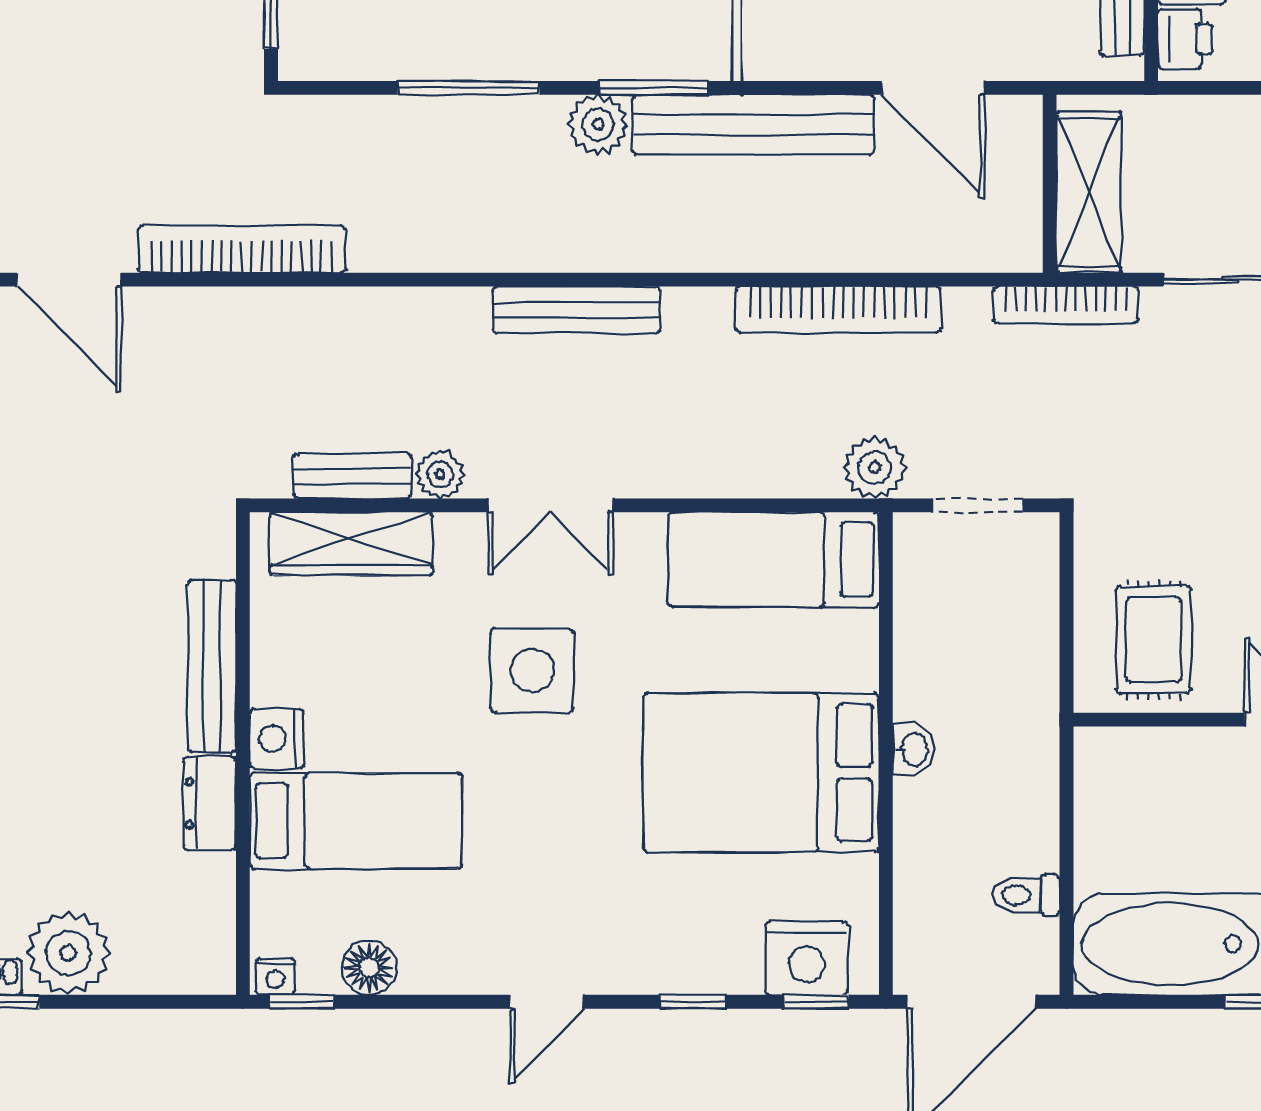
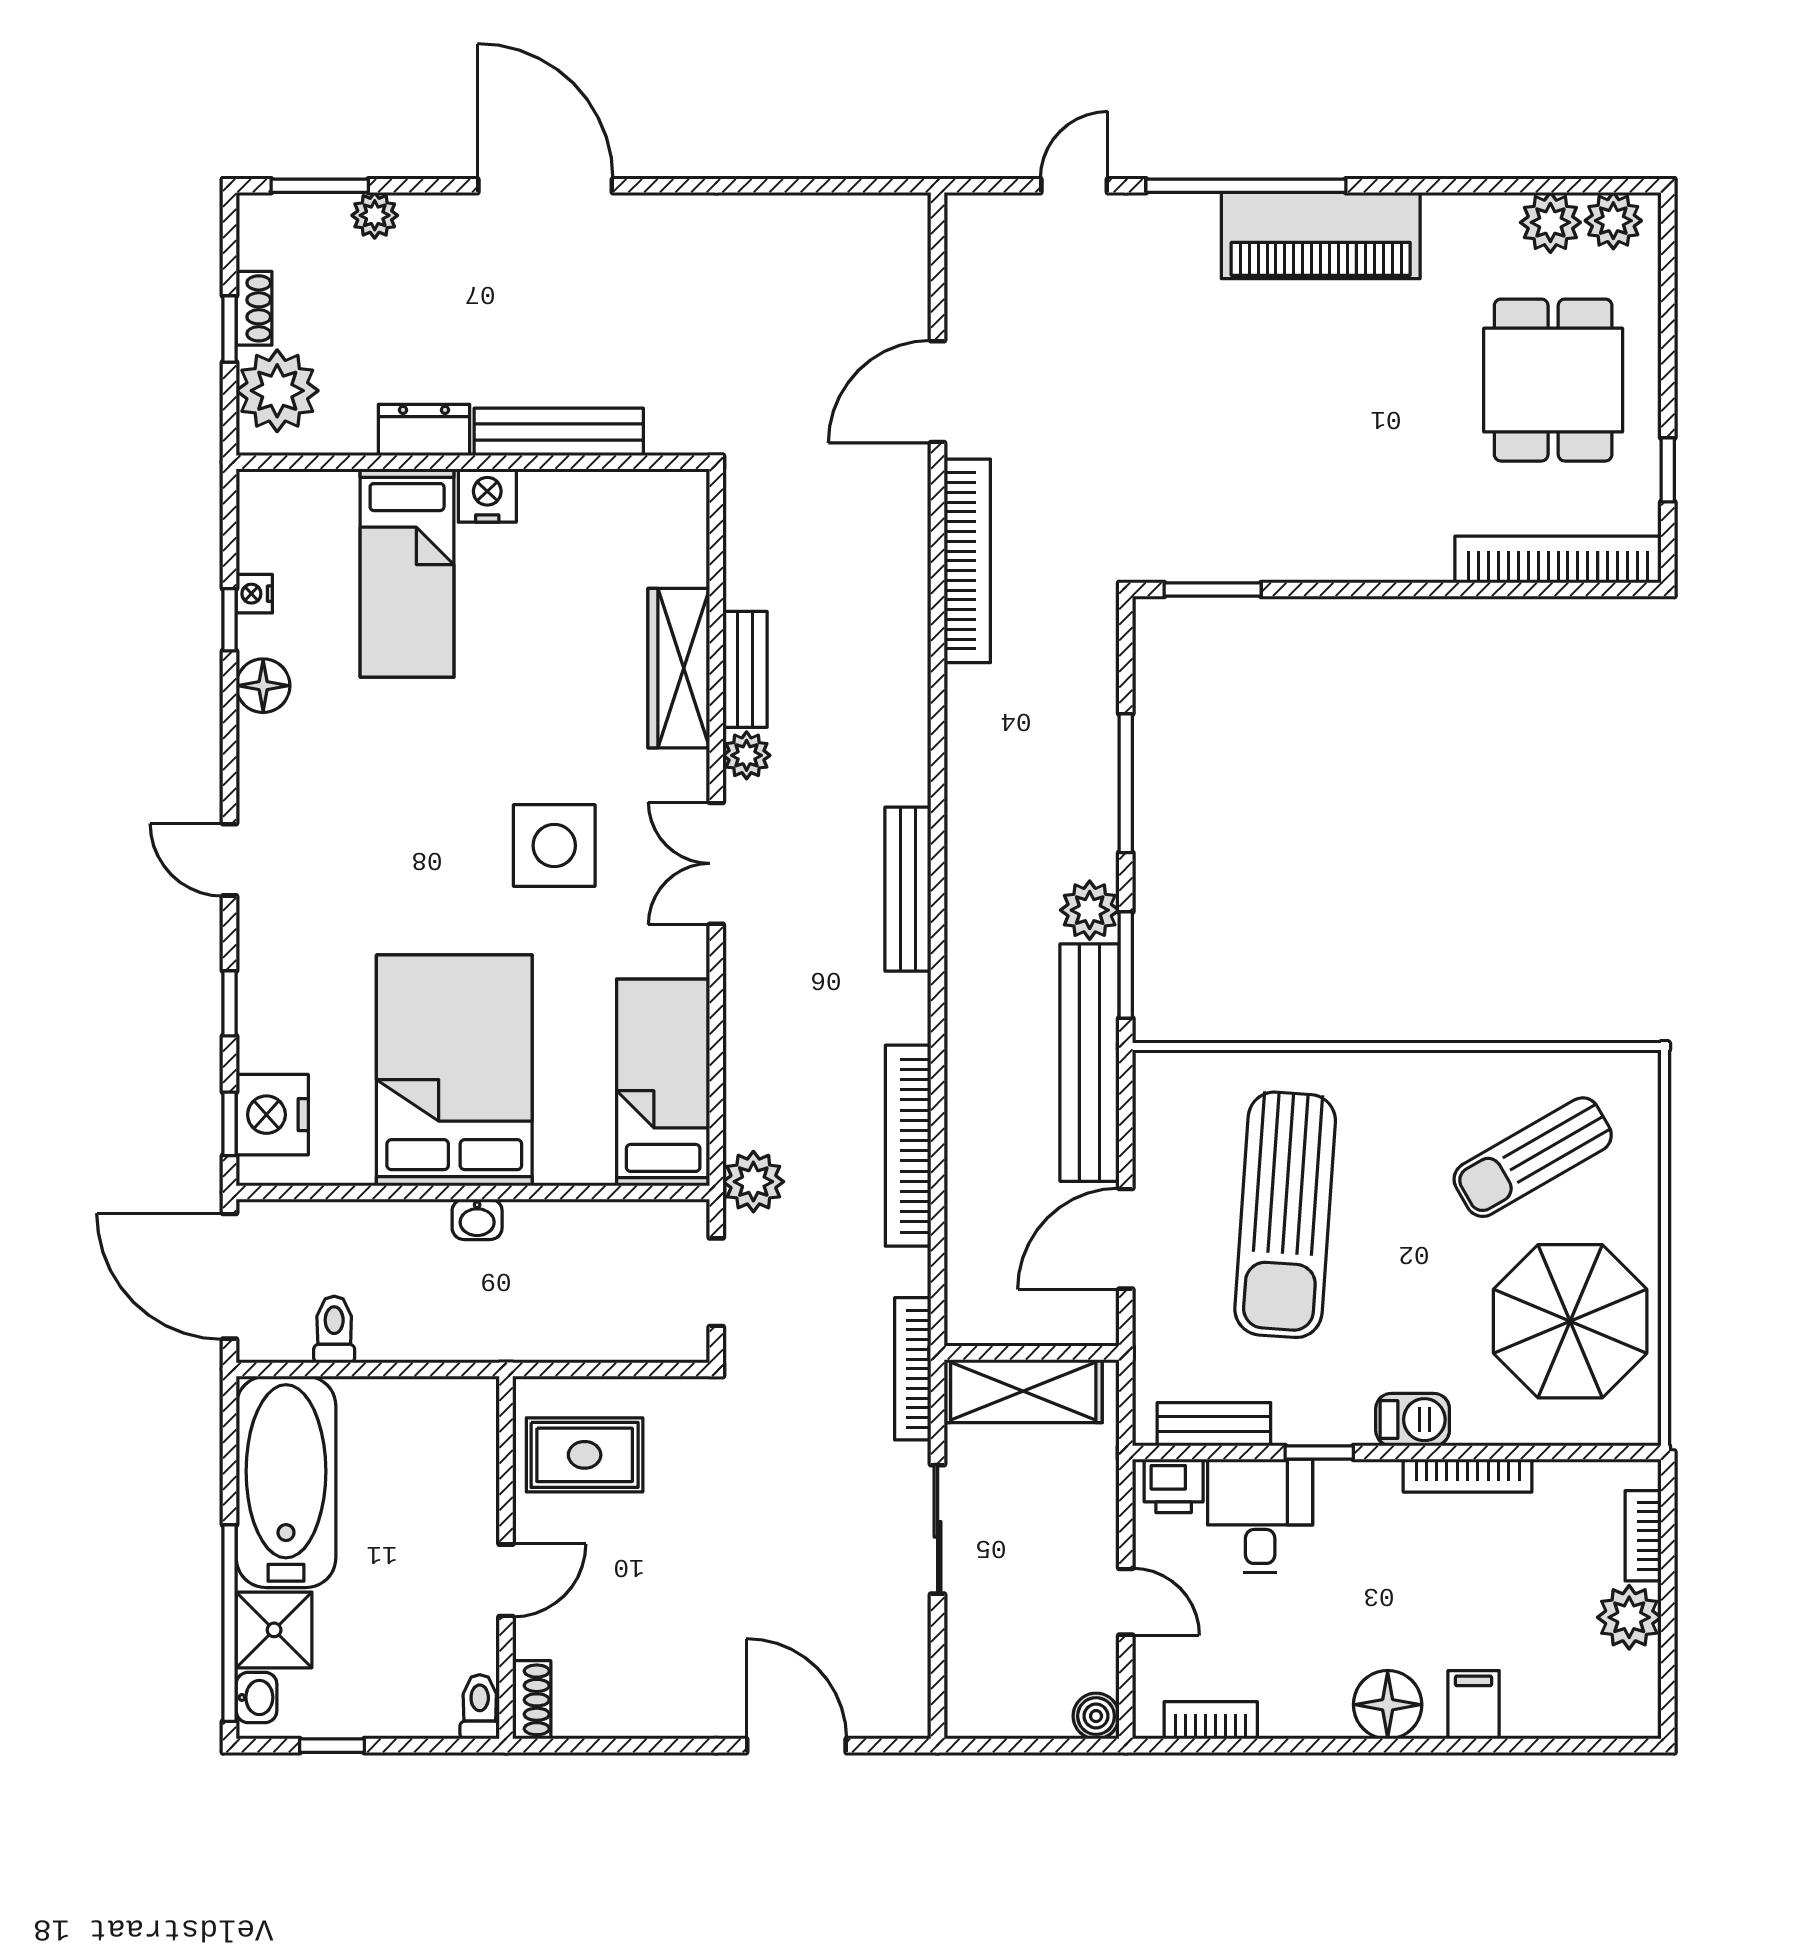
bench: (212, 666) -> (559, 432), moved
nightstand: (277, 739) -> (487, 496), moved
wall: (243, 754) -> (473, 462), moved
dresser: (210, 803) -> (424, 430), moved
bed: (356, 821) -> (407, 573), moved

